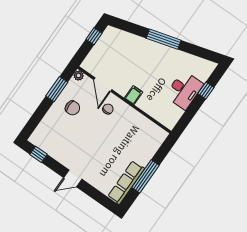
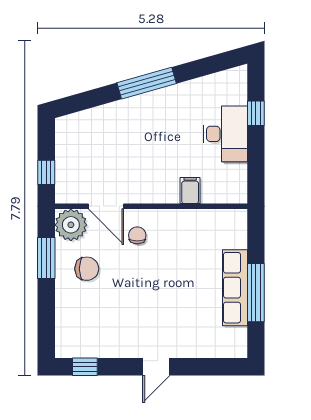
window: (94, 36) -> (46, 172), moved
plant: (79, 76) -> (71, 225), width x1.88, depth x1.88
filing cabinet: (134, 95) -> (190, 190), moved
row of seats: (126, 182) -> (235, 288), moved

